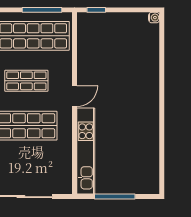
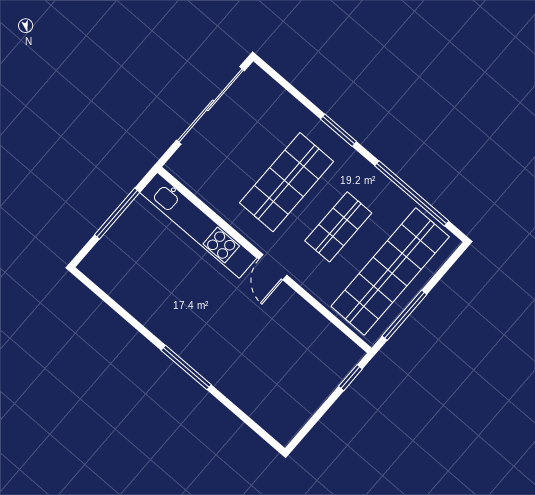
water cooler: (154, 18) -> (284, 437), removed
window: (162, 96) -> (186, 368), added

